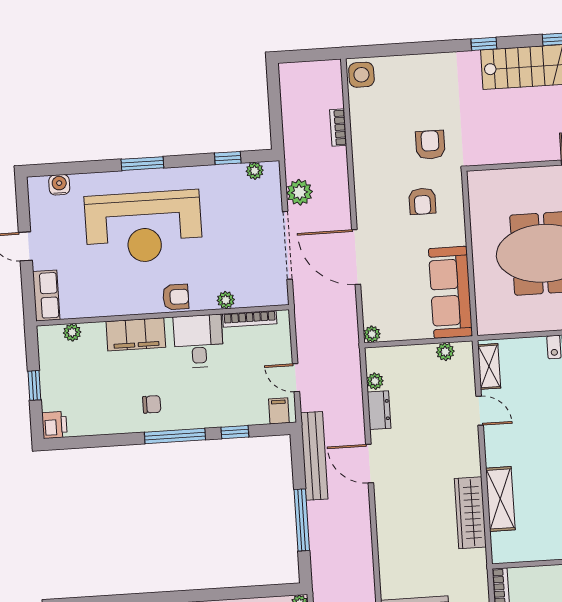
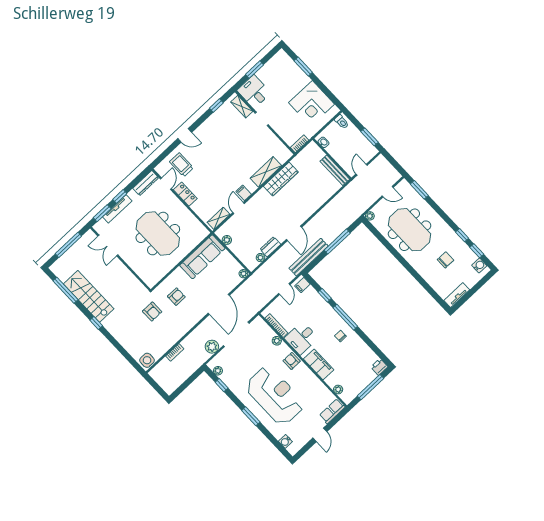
armchair: (430, 145) -> (152, 312), turned -90
window: (34, 385) -> (370, 387), width x2.17
filing cabinet: (496, 438) -> (244, 193), added

